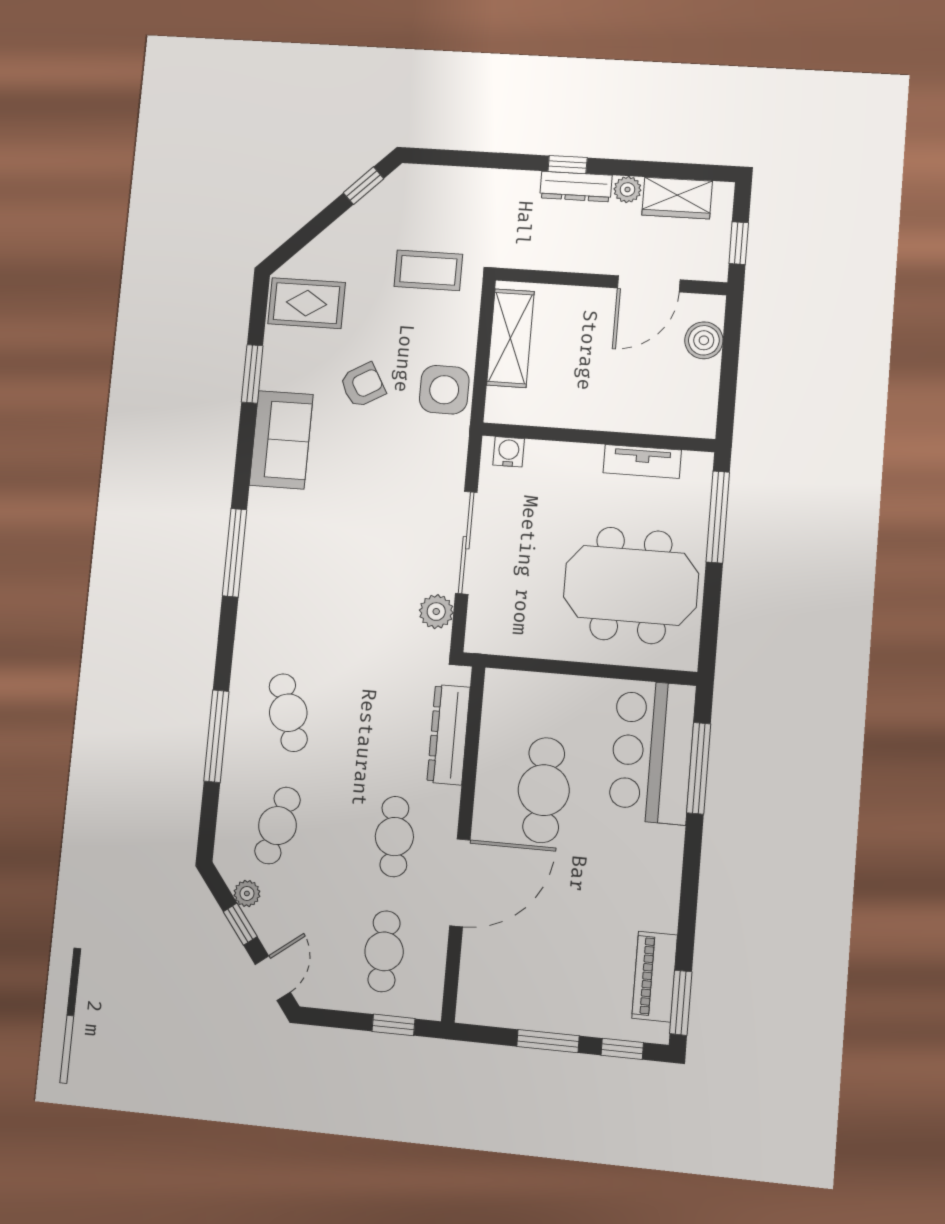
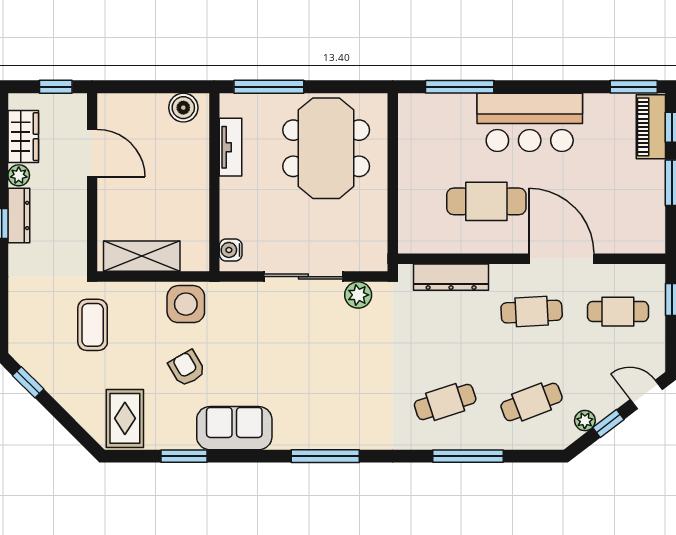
boiler: (704, 340) -> (183, 108), moved
bar counter: (652, 752) -> (530, 122), moved
cafe table: (278, 826) -> (532, 402), turned -36
piano: (655, 977) -> (651, 127), moved, turned 90

